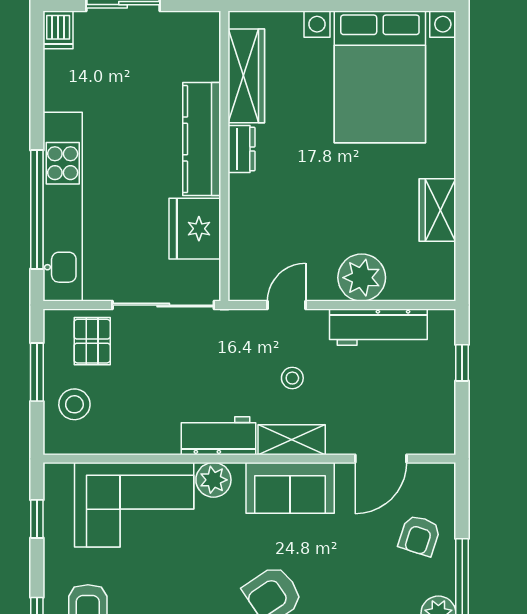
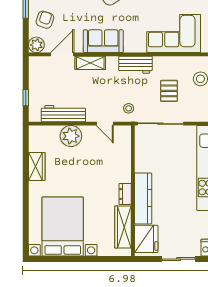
fridge: (195, 229) -> (146, 239), moved
door: (287, 305) -> (105, 124), hinge flipped
pallet: (92, 341) -> (169, 91), moved
stool: (292, 378) -> (129, 108), moved
shelving: (292, 440) -> (90, 63), moved
plant: (213, 480) -> (36, 45), moved

